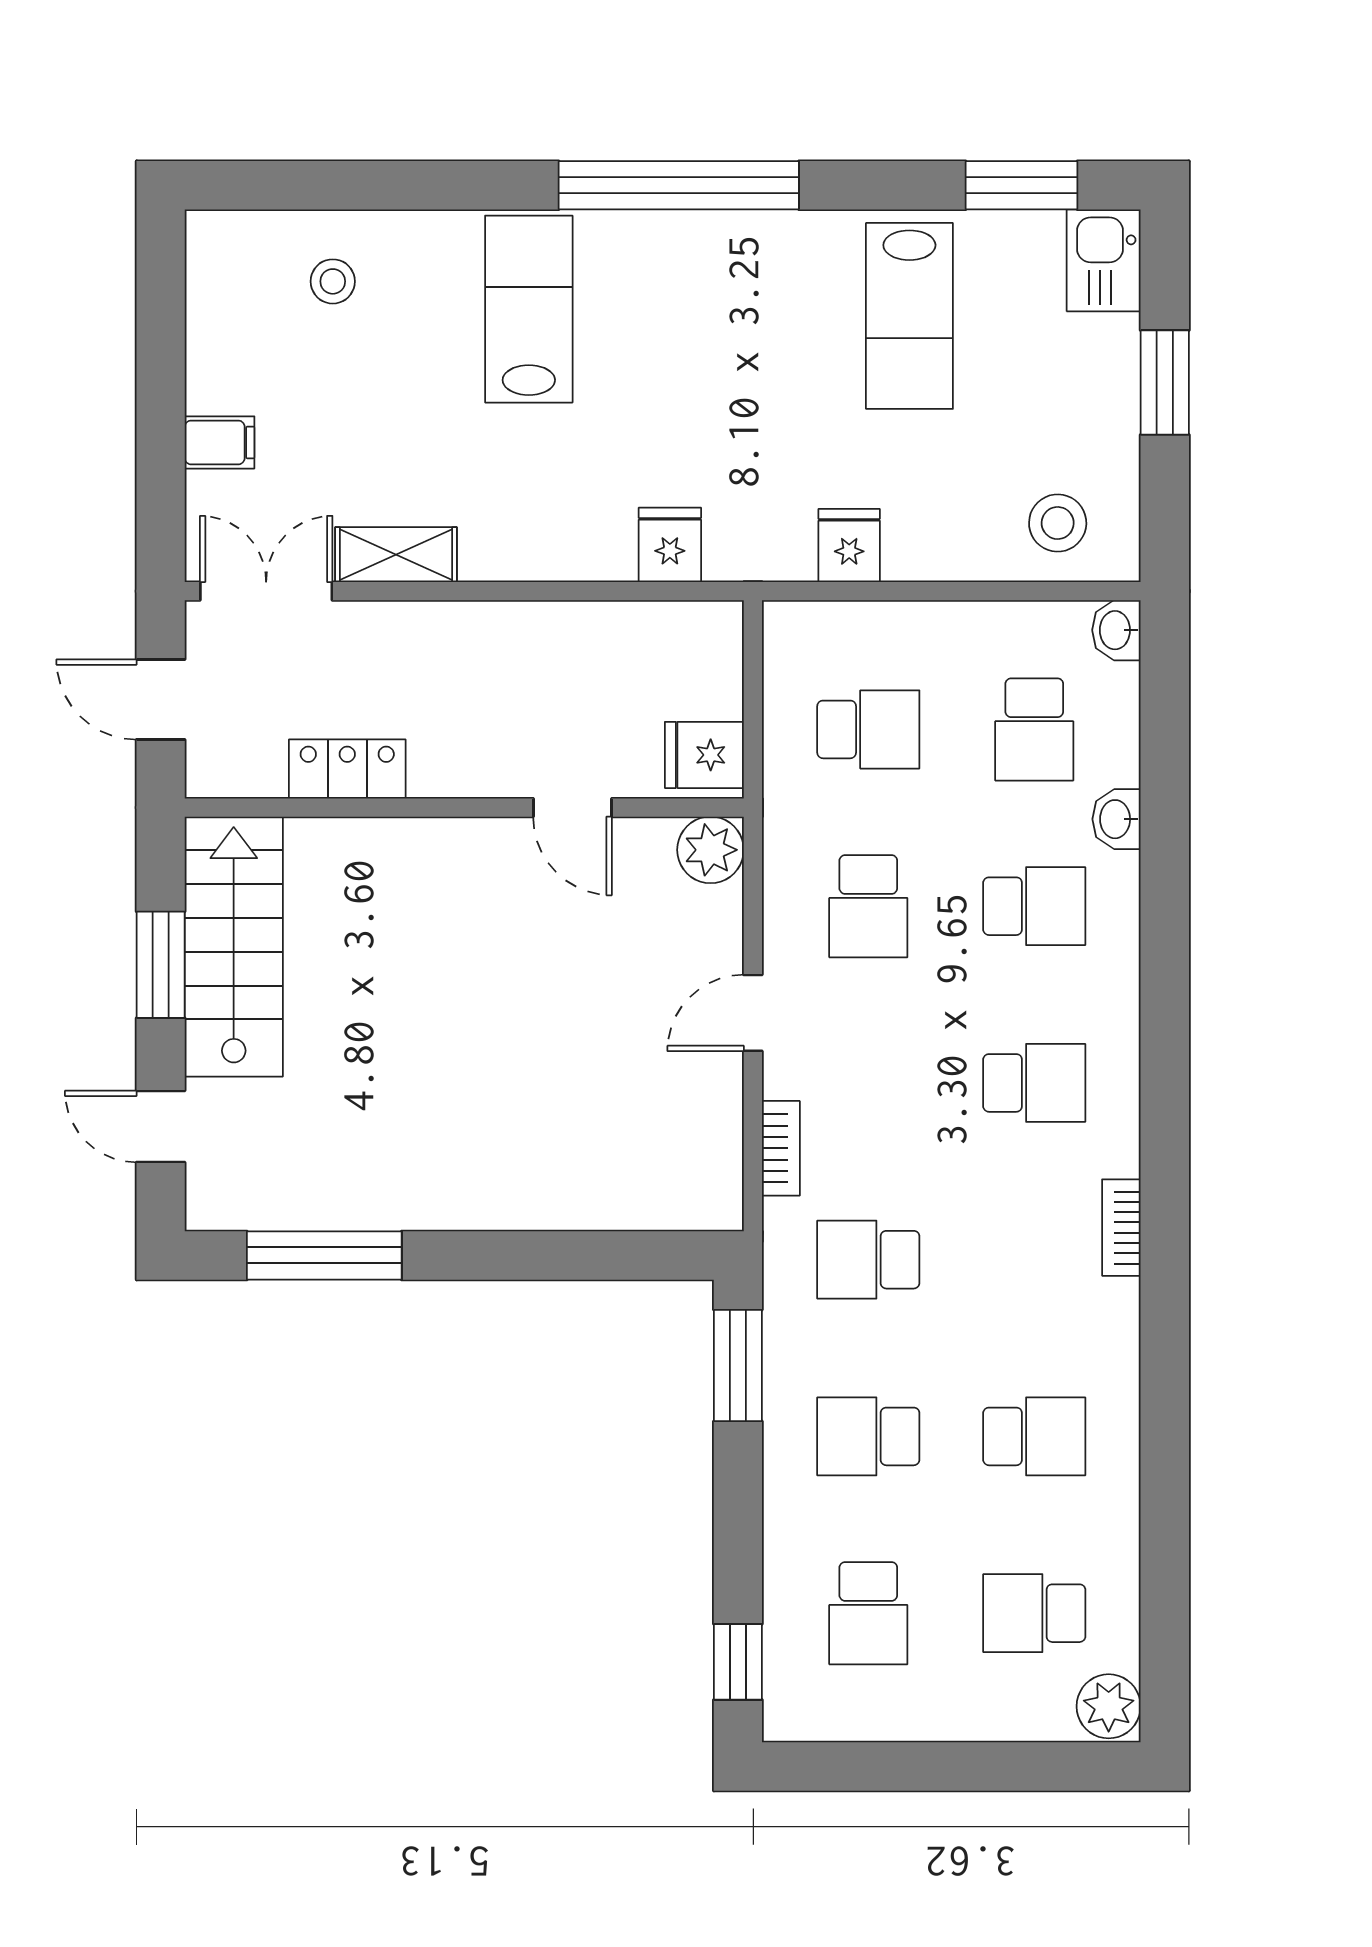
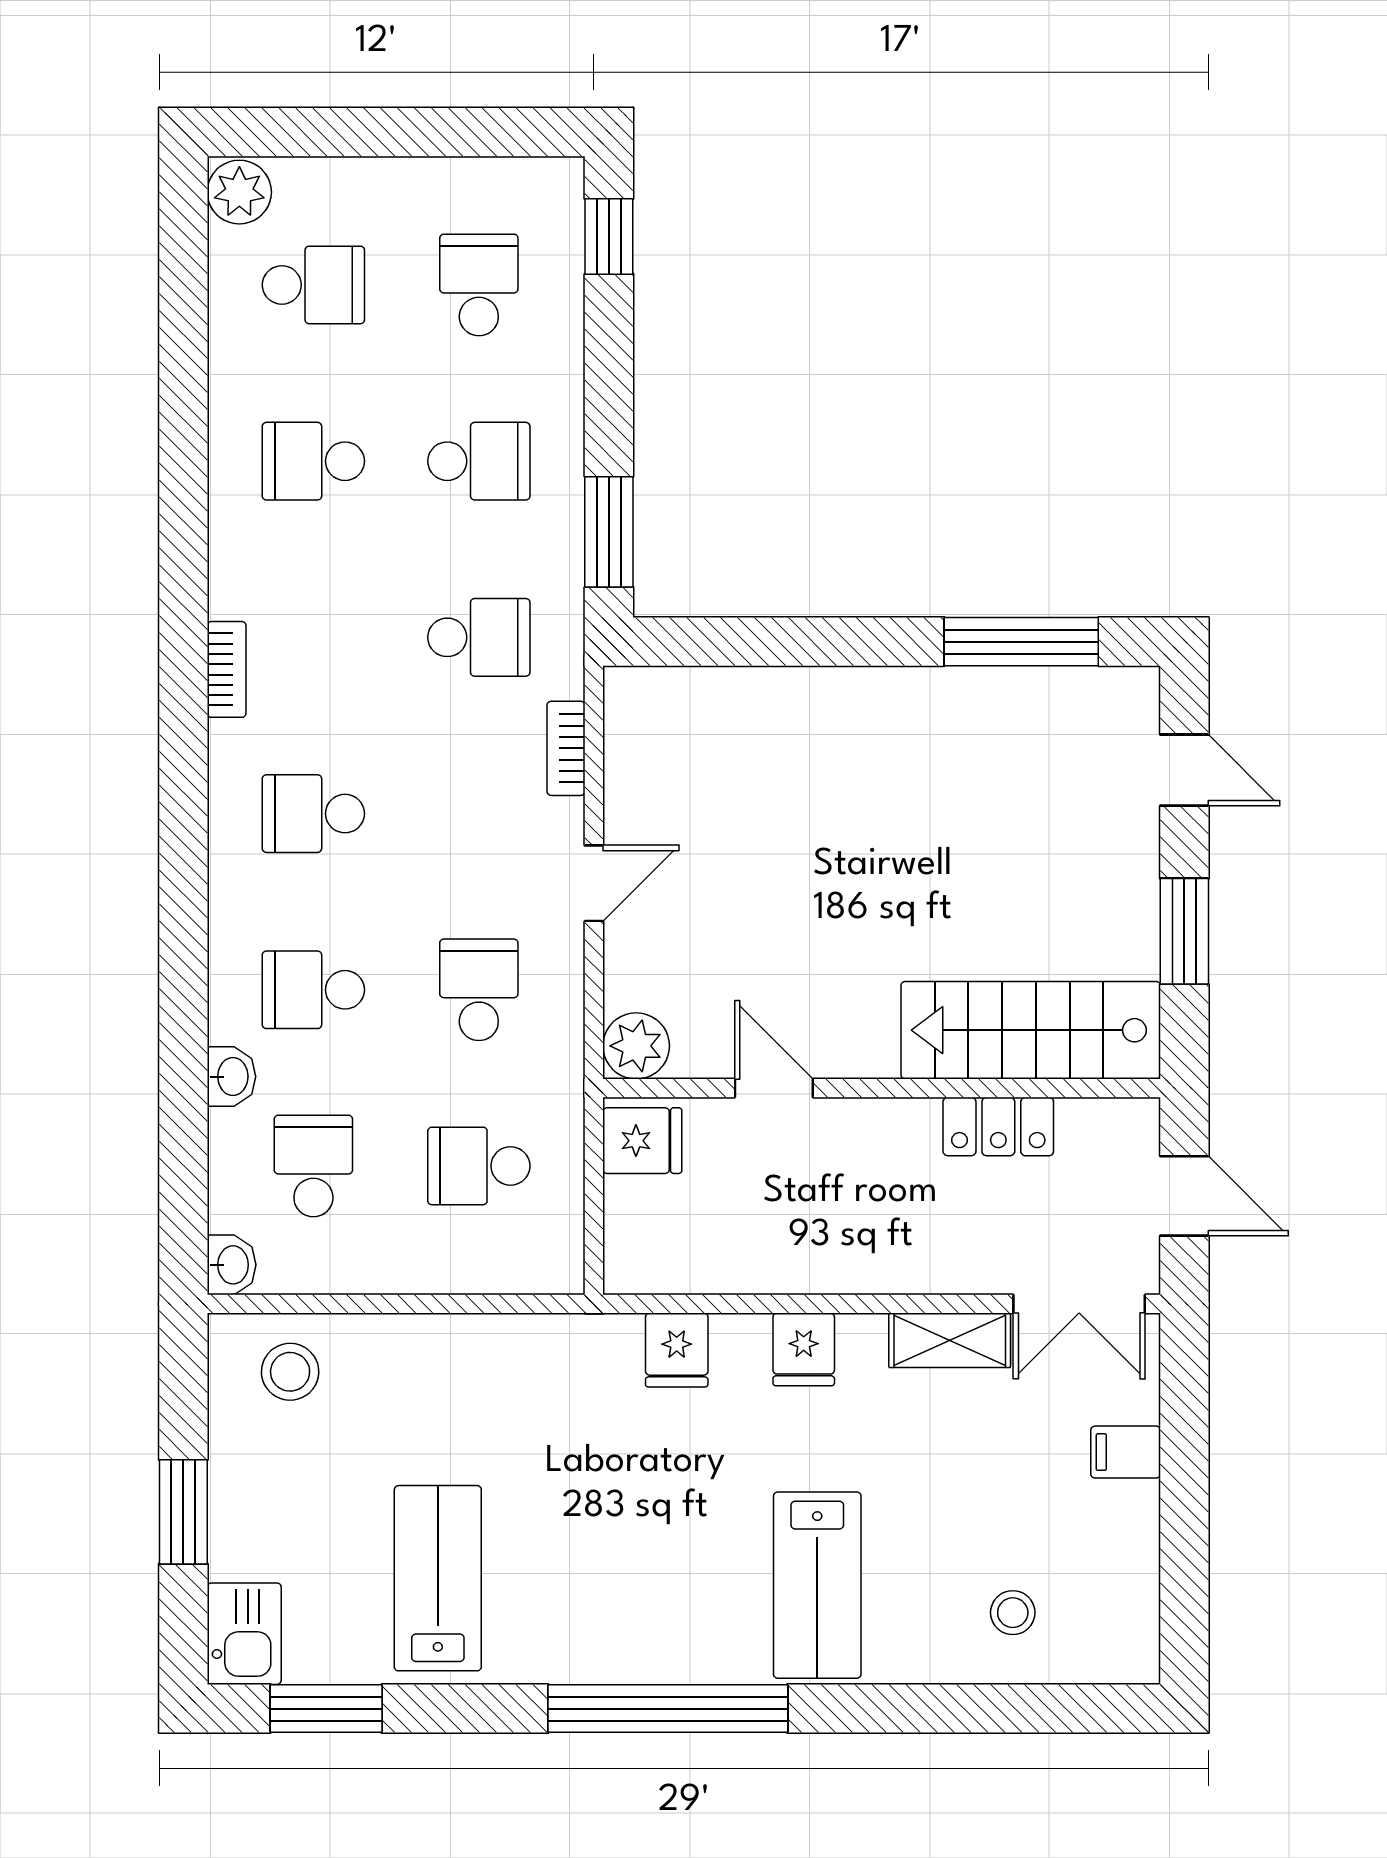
fridge: (849, 545) -> (804, 1349), moved
stairs: (234, 947) -> (1031, 1030), moved, turned 90

